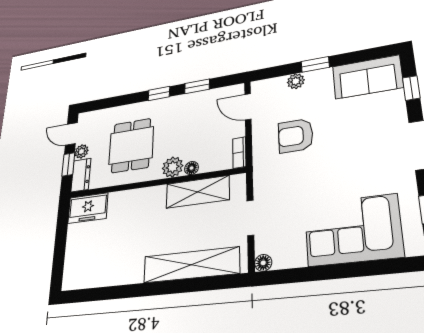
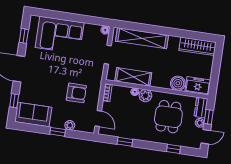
window: (159, 93) -> (173, 149), moved
door: (71, 134) -> (206, 137), hinge flipped
boiler: (121, 203) -> (178, 83), added
wardrobe: (92, 275) -> (198, 46), added

